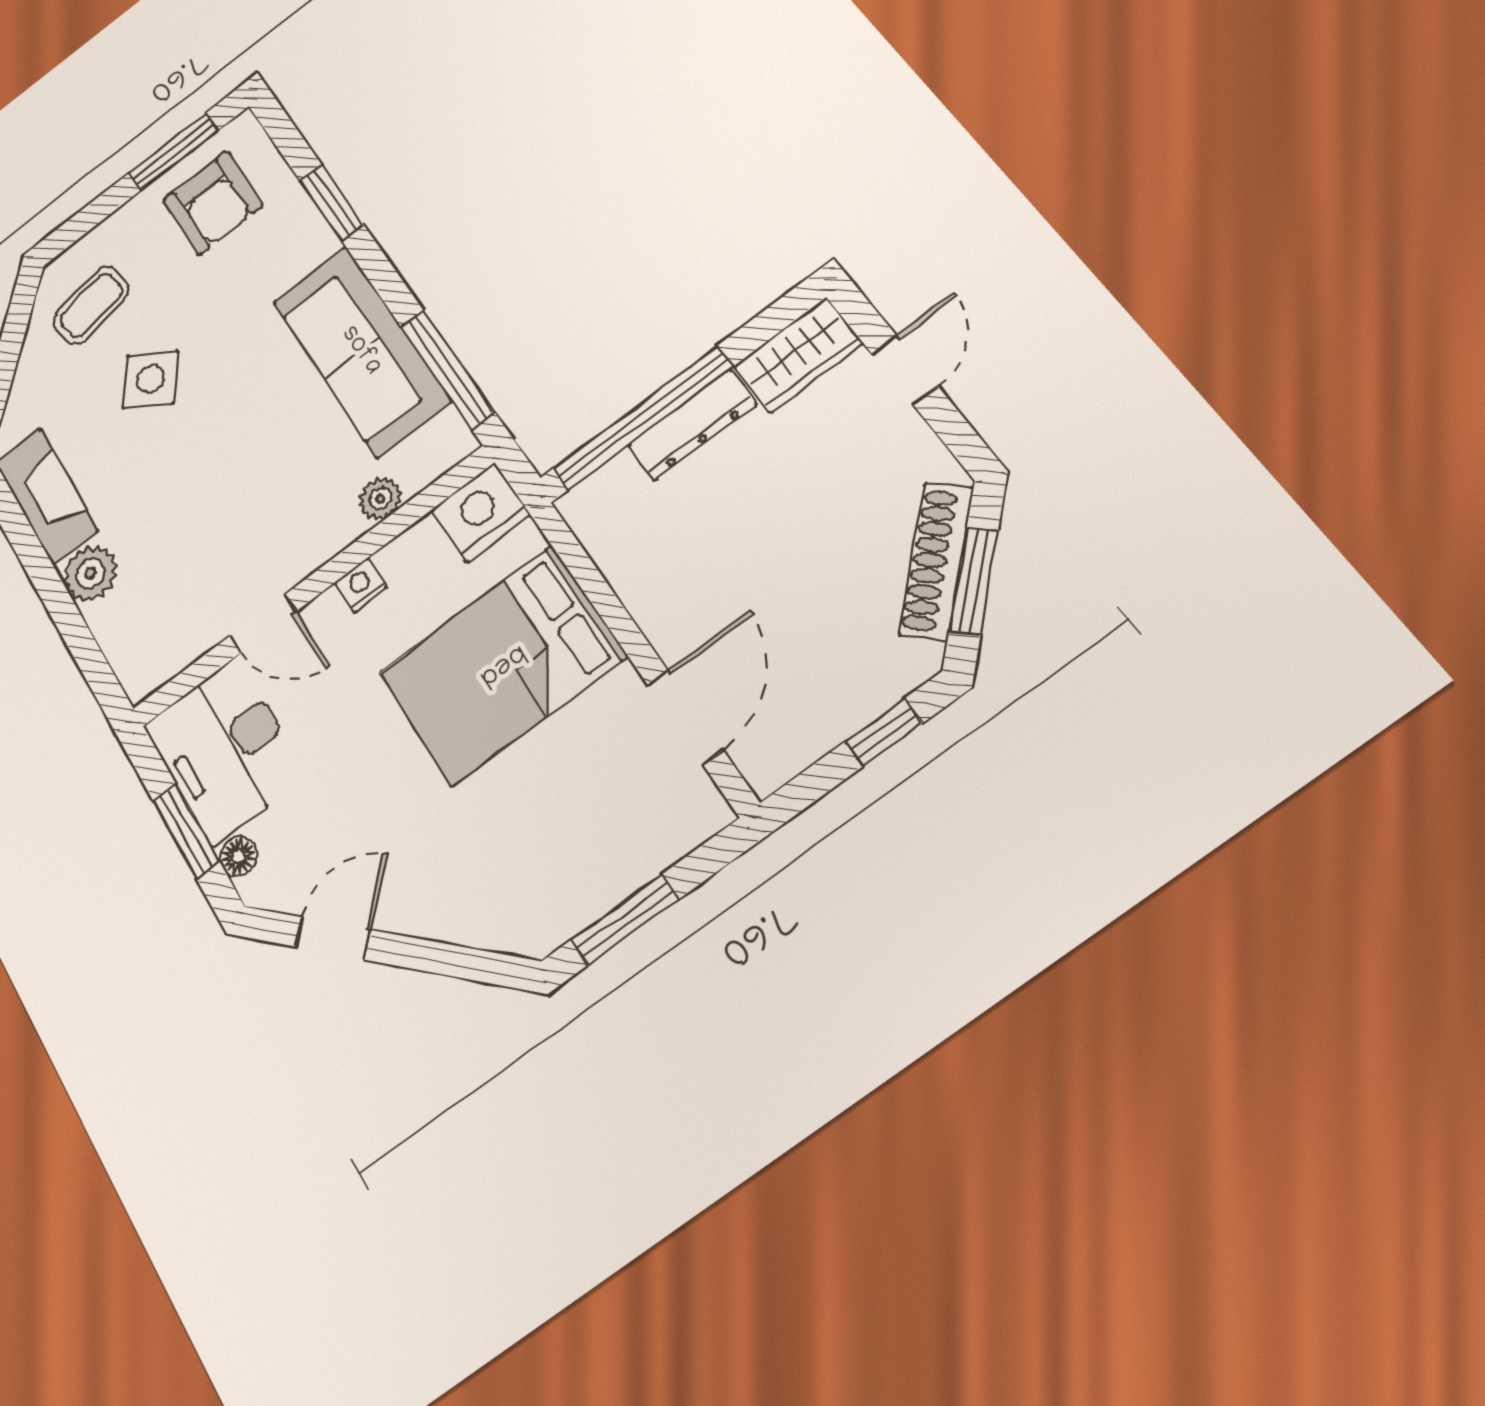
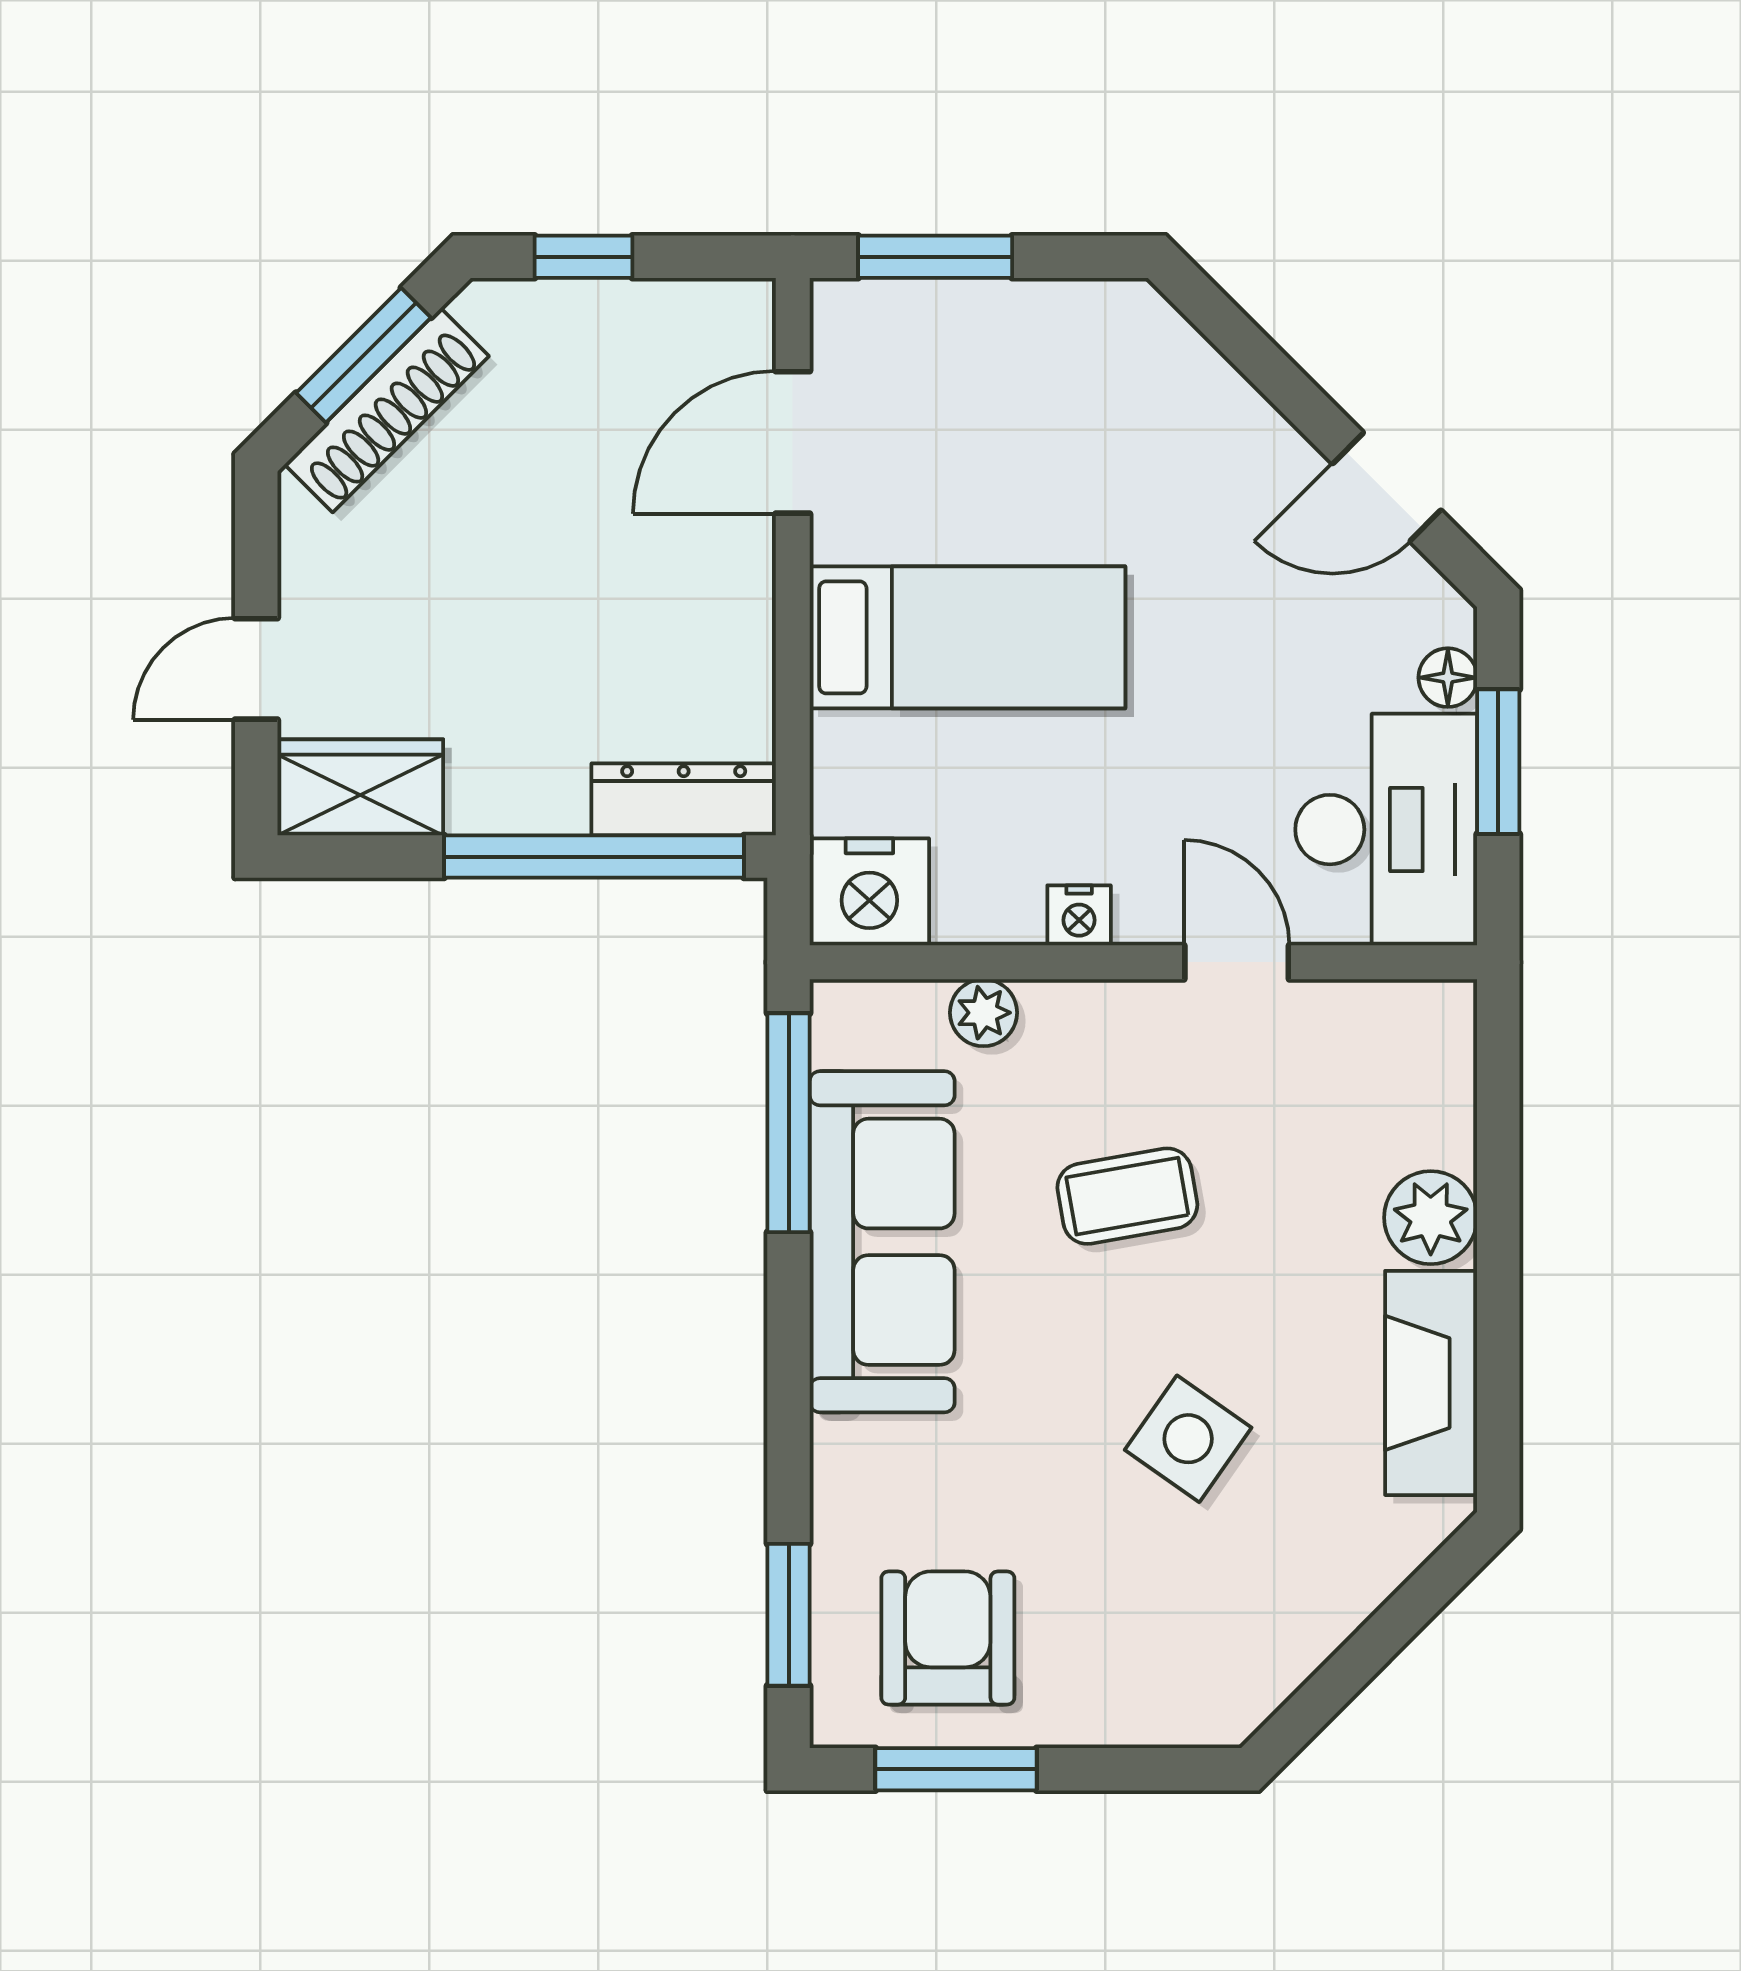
window: (332, 203) -> (789, 1615), moved
coffee table: (91, 305) -> (1127, 1196), moved
dresser: (692, 425) -> (684, 799), moved
bed: (502, 665) -> (968, 637), width x0.67
window: (625, 920) -> (935, 257), moved

